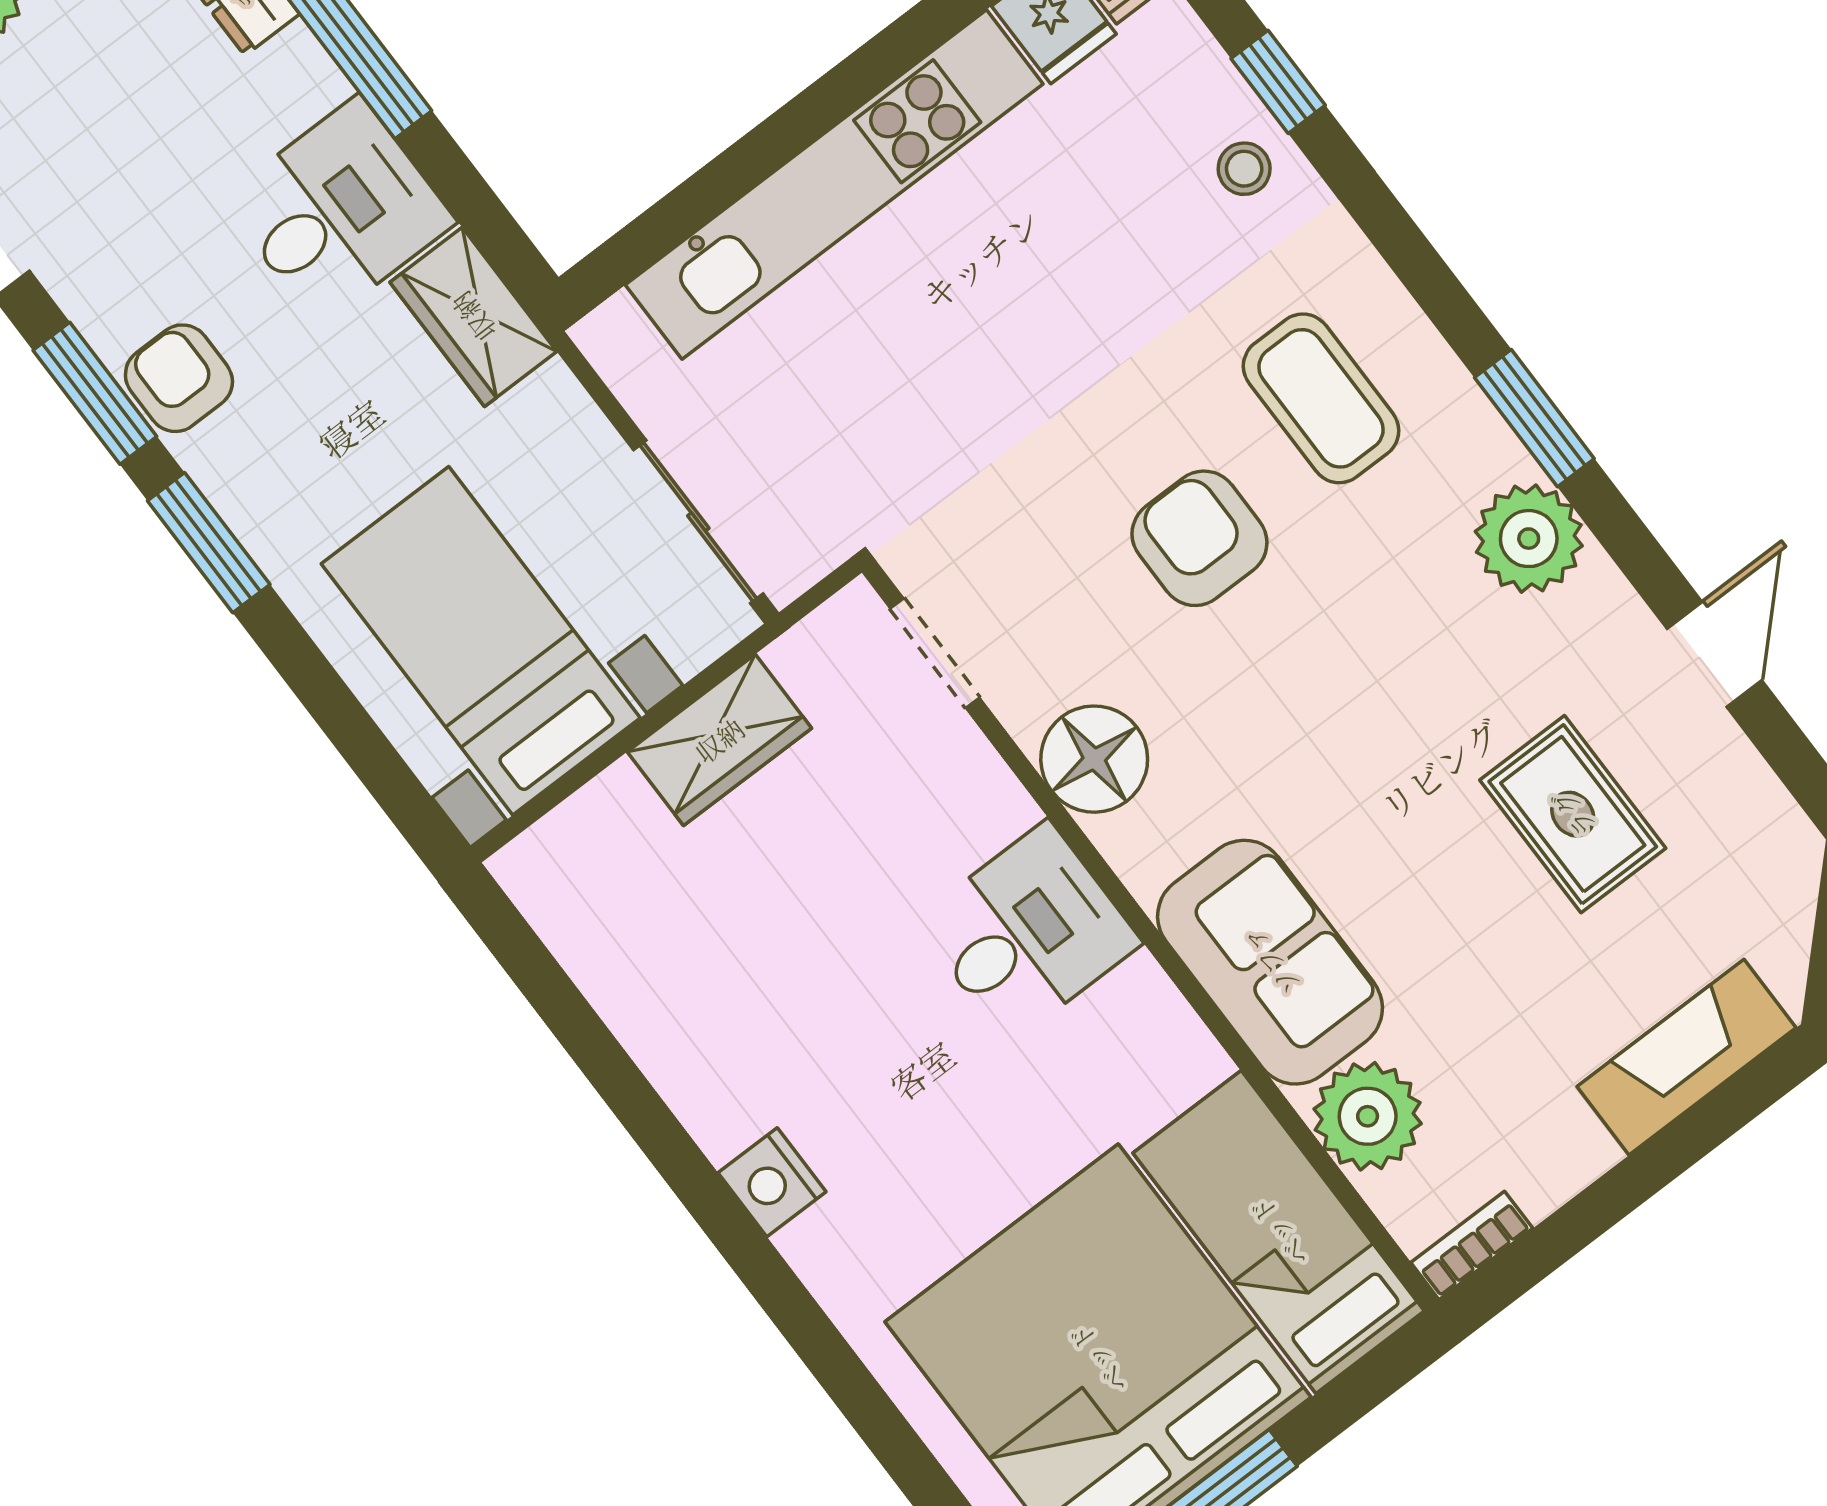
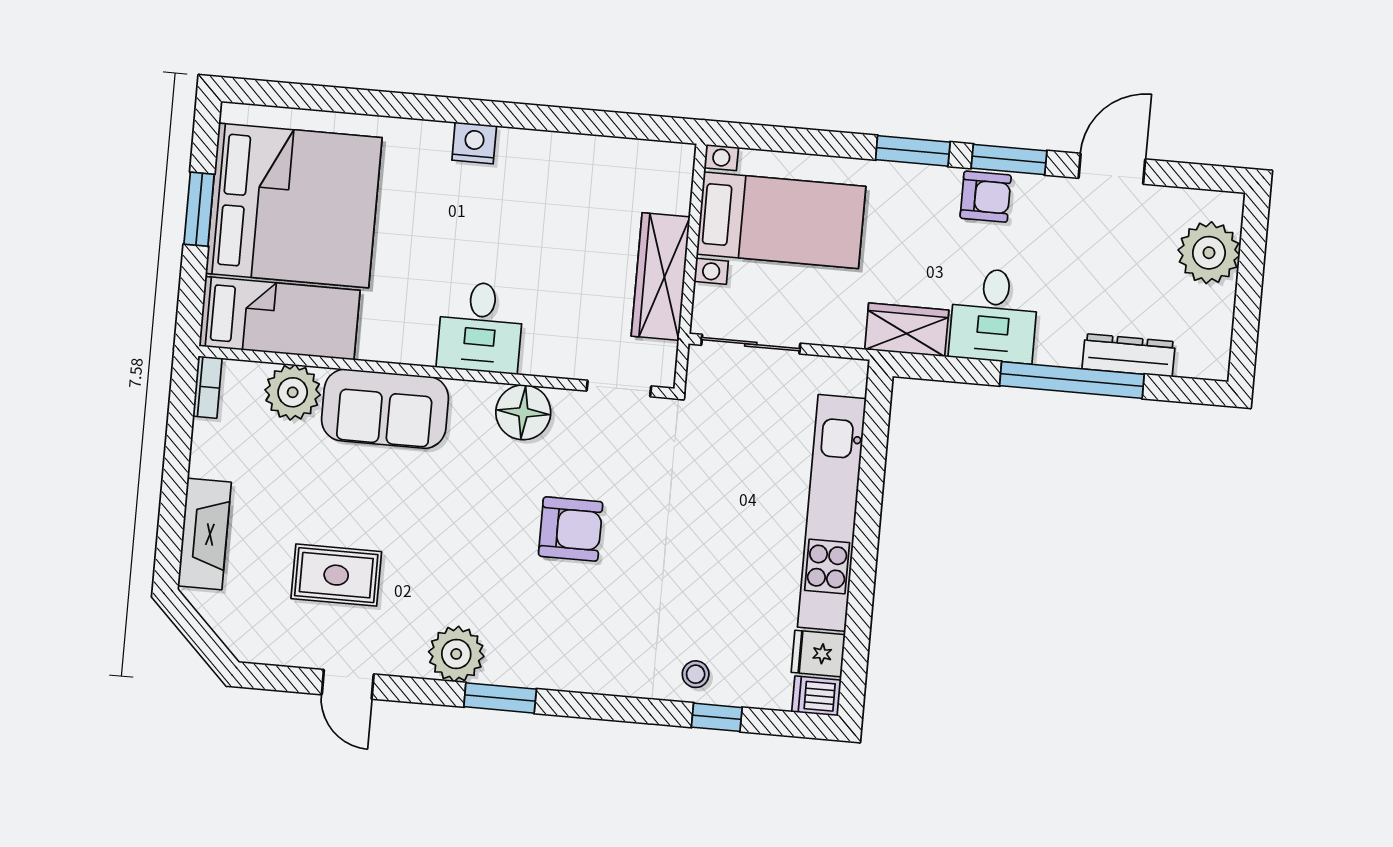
coffee table: (1321, 398) -> (582, 624), removed
wardrobe: (719, 740) -> (661, 277), width x1.50

